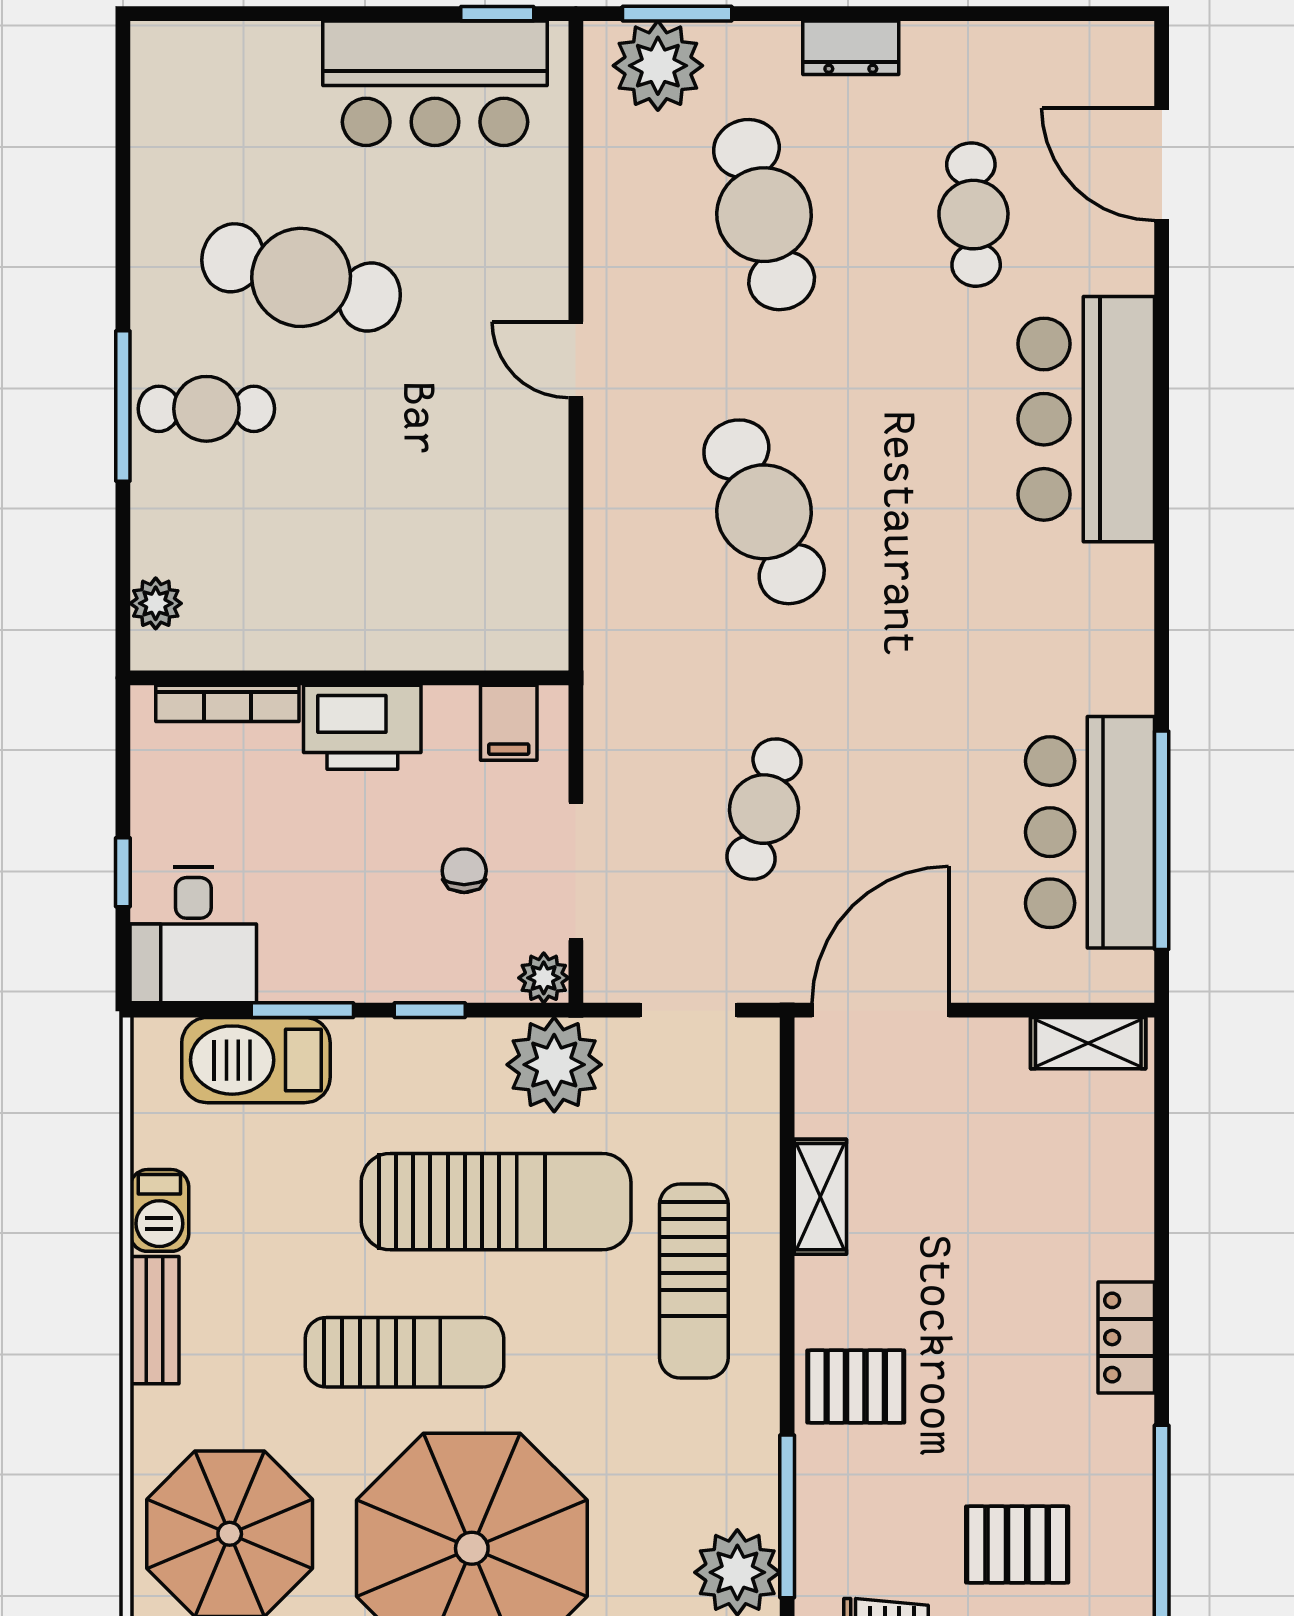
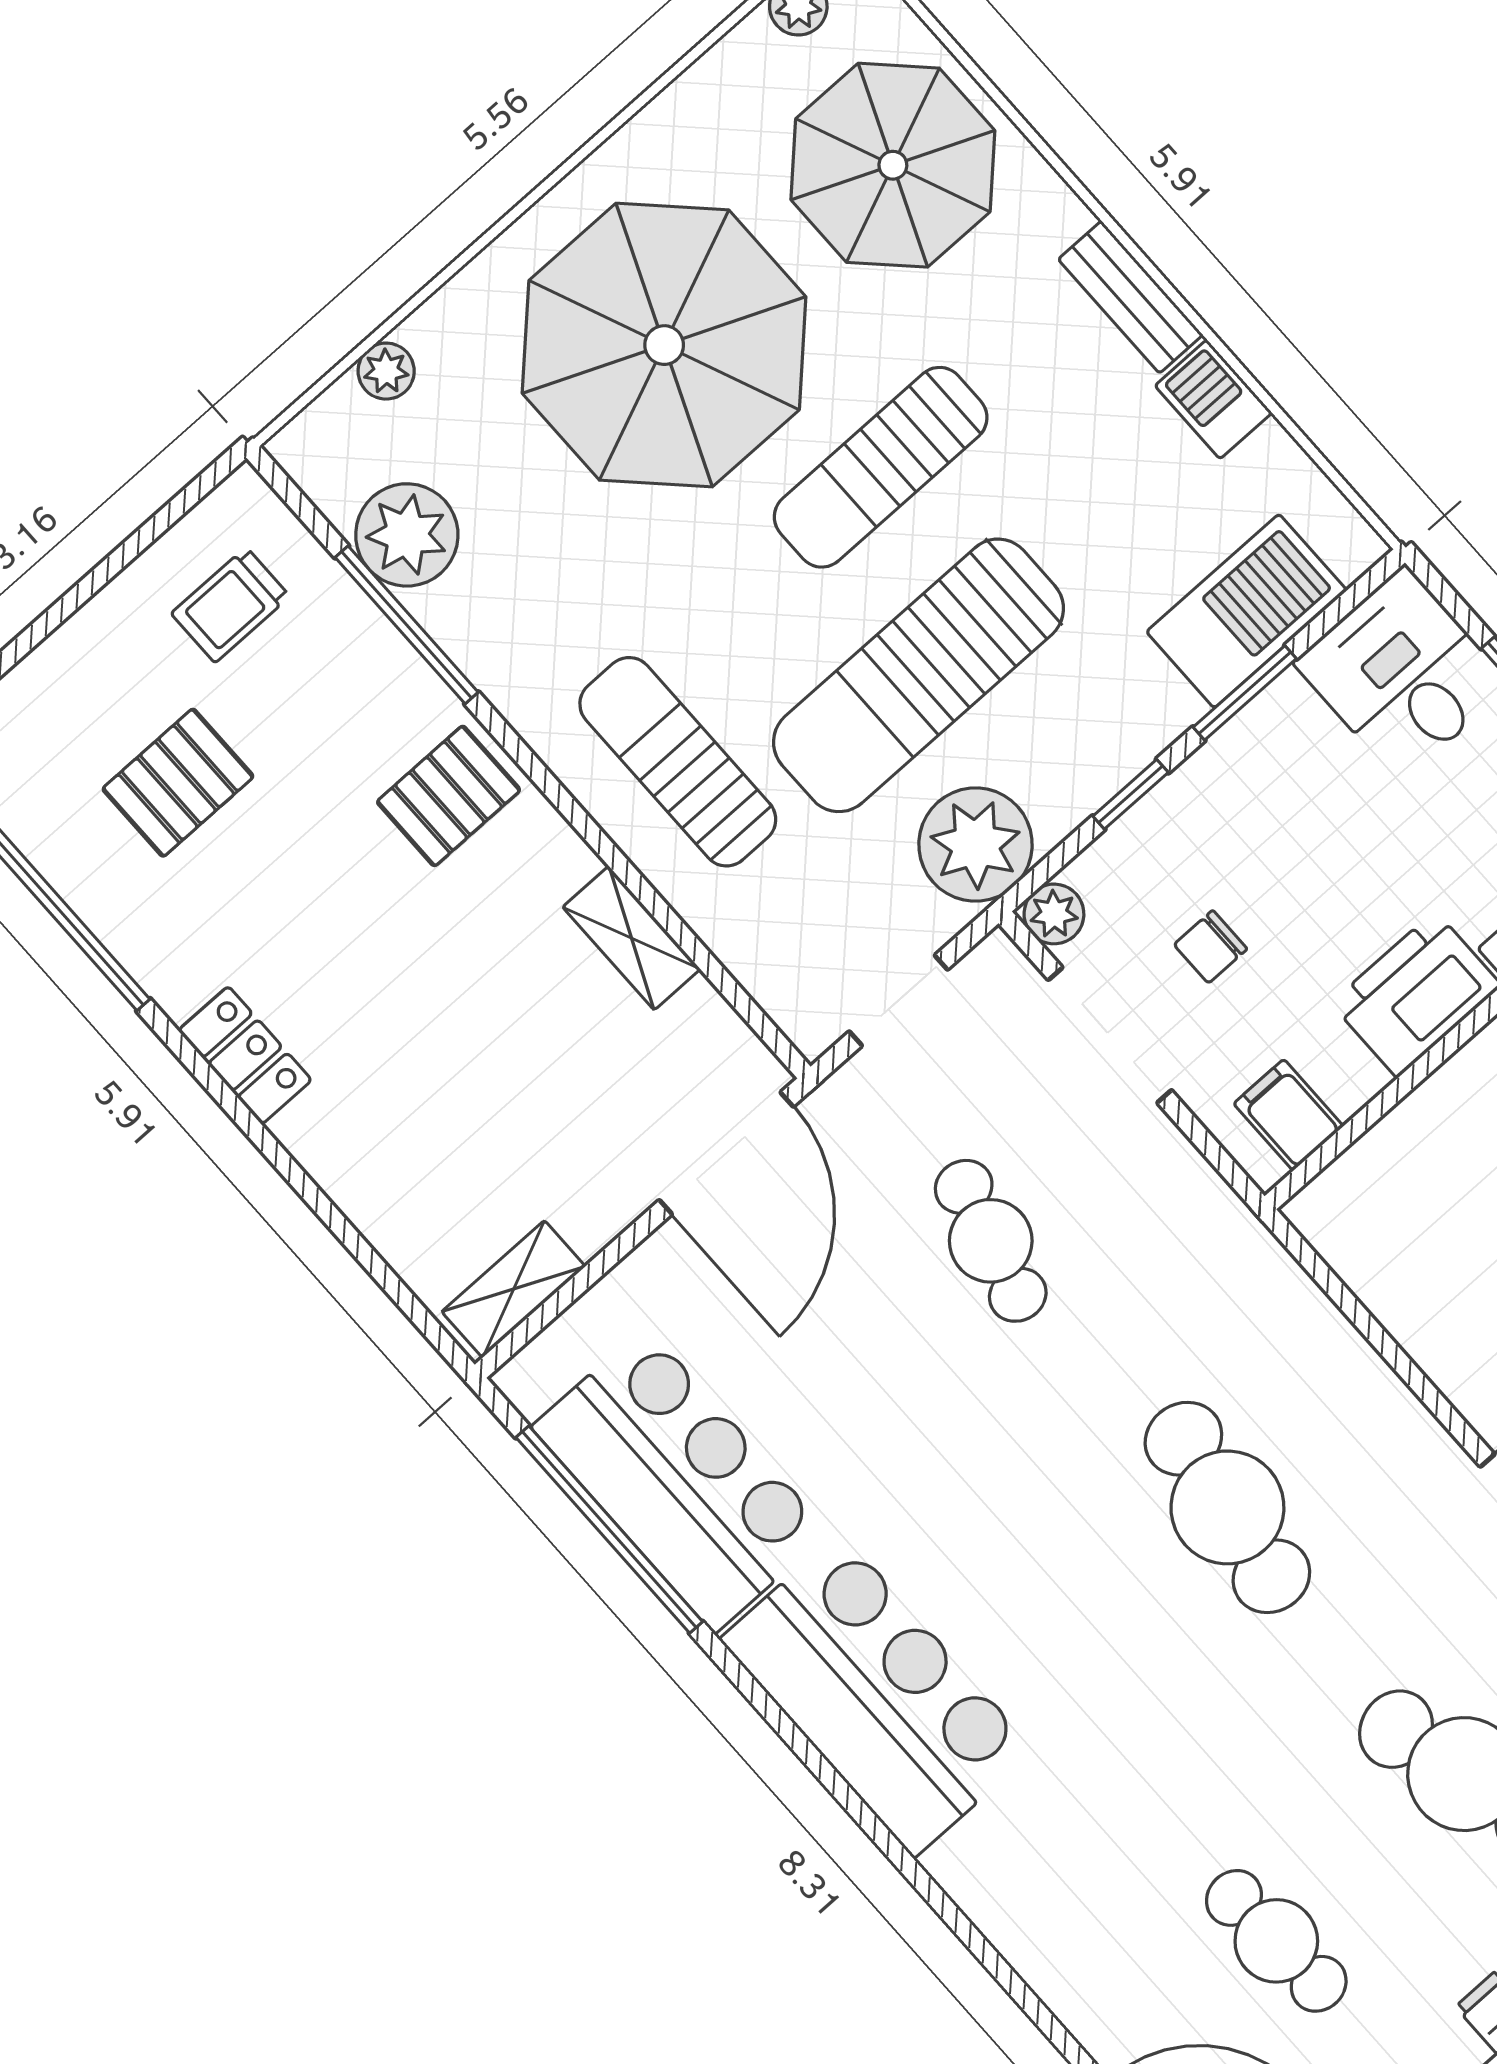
bar counter: (1086, 419) -> (877, 1695), moved
cafe table: (764, 512) -> (1227, 1507), turned 33
chair: (464, 871) -> (1211, 947), turned 90

